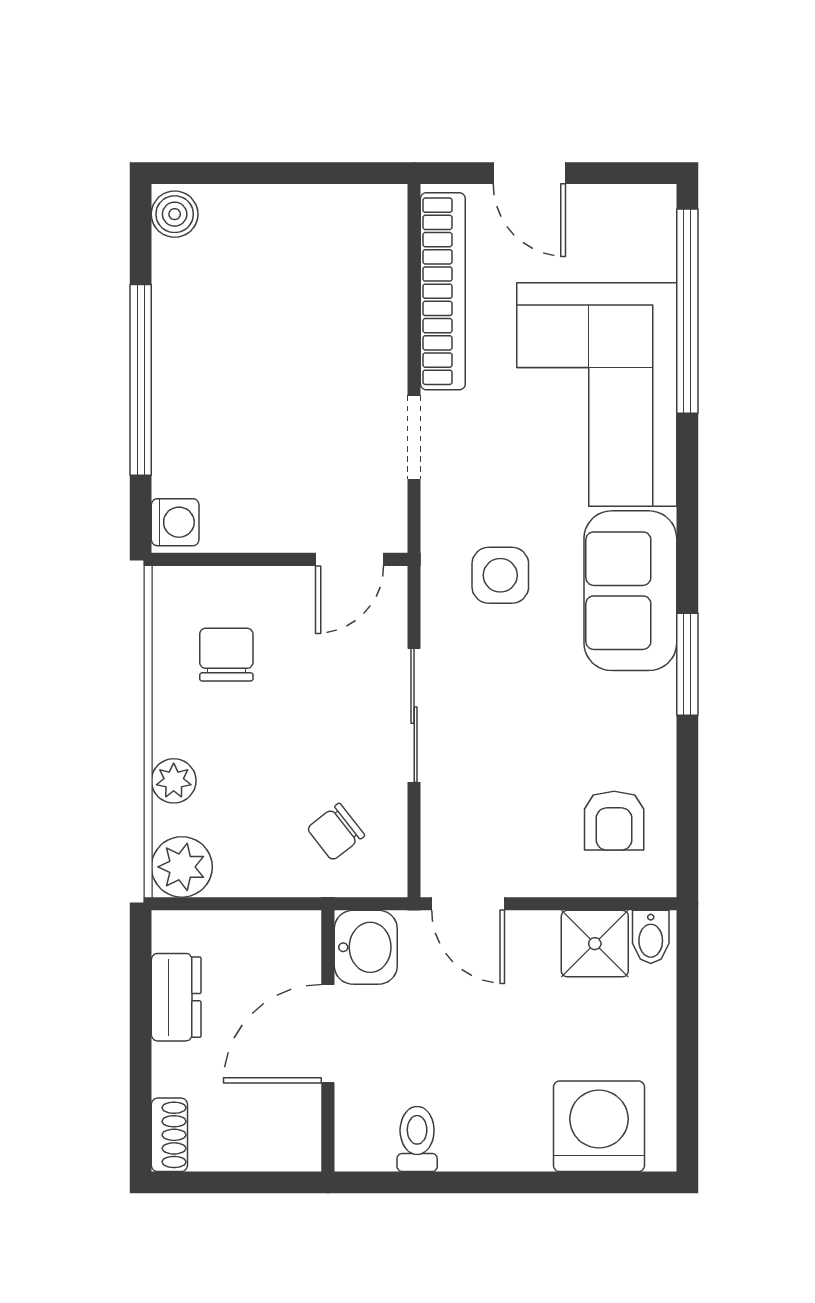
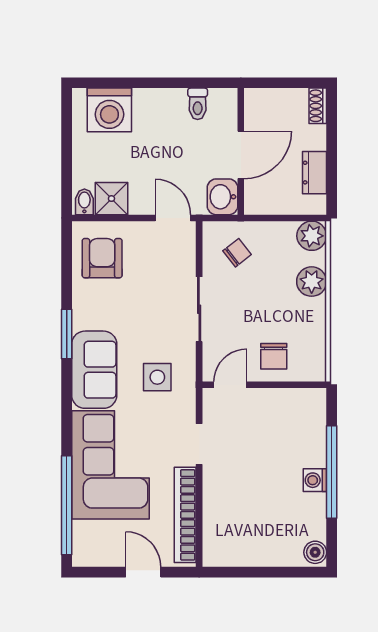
washing machine: (175, 522) -> (315, 480), moved
chair: (226, 655) -> (274, 356), moved
plant: (174, 781) -> (312, 282), width x1.38, depth x1.38
armchair: (614, 821) -> (102, 258), width x1.38, depth x1.38

